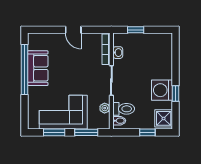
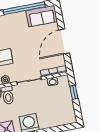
door: (73, 30) -> (64, 42), width x1.87
sofa: (38, 68) -> (42, 16), moved

